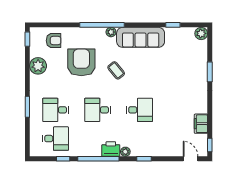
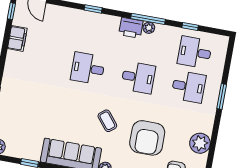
plant: (125, 152) -> (149, 28), moved
window: (98, 159) -> (148, 19), width x0.68

